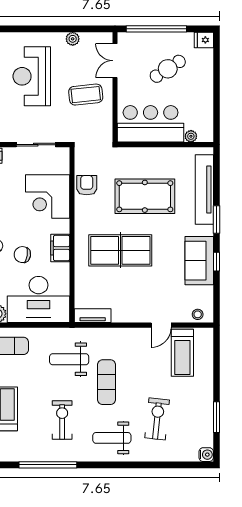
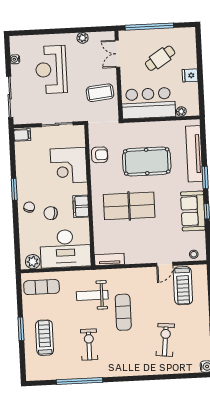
fridge: (204, 40) -> (190, 75), moved
coffee table: (86, 95) -> (100, 93), moved
armchair: (87, 185) -> (100, 155), turned 90
weight bench: (112, 438) -> (130, 357), removed

